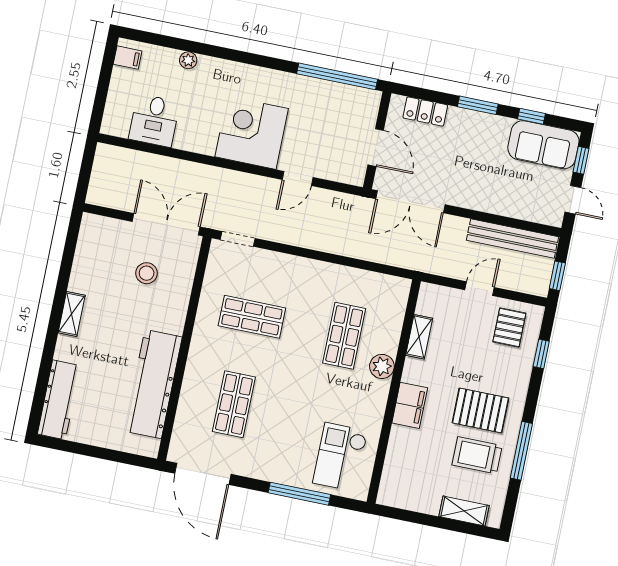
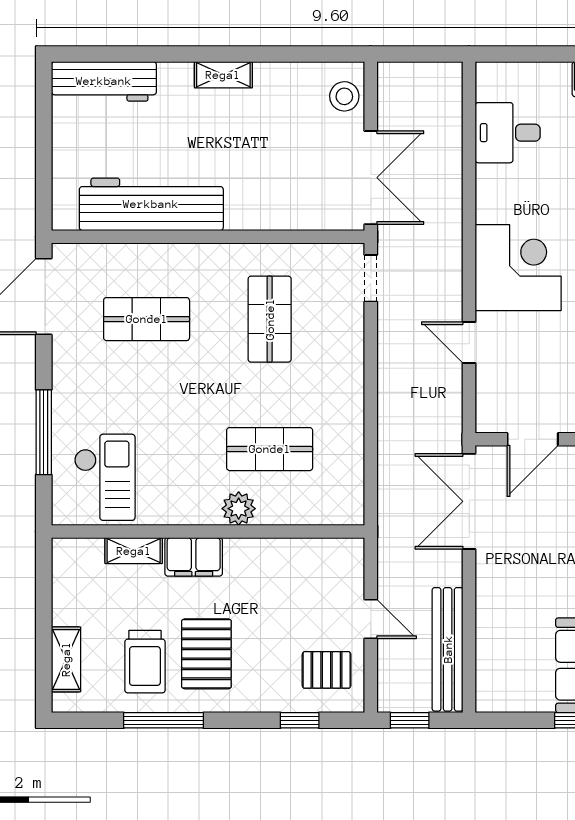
door: (573, 200) -> (517, 720), removed
stool: (147, 273) -> (344, 96), moved
shelving: (419, 337) -> (134, 551), moved
trolley: (477, 455) -> (145, 662), turned 180
checkout: (340, 457) -> (105, 477), turned 90

